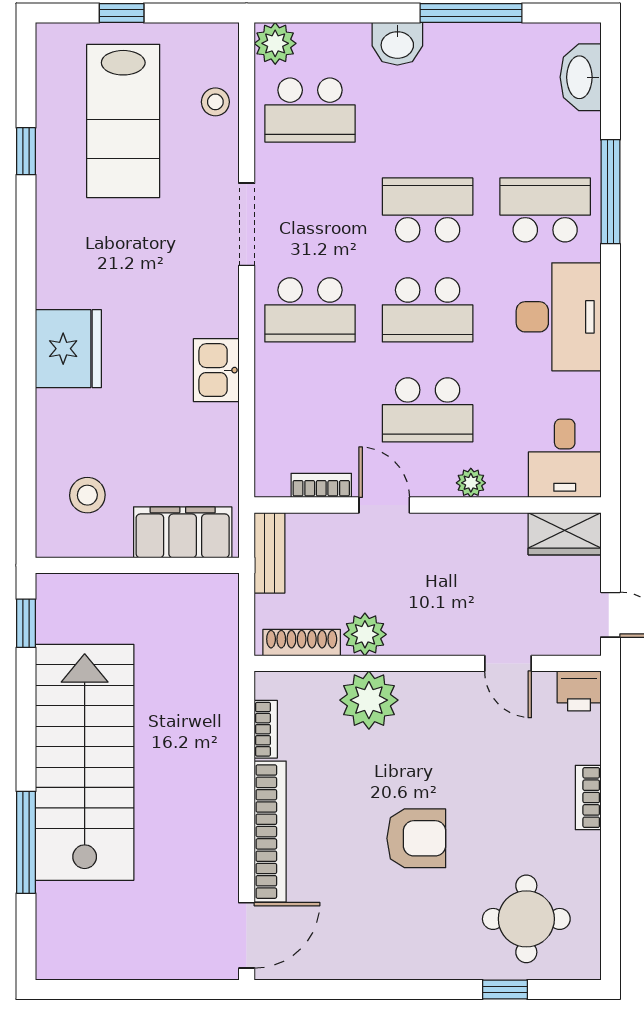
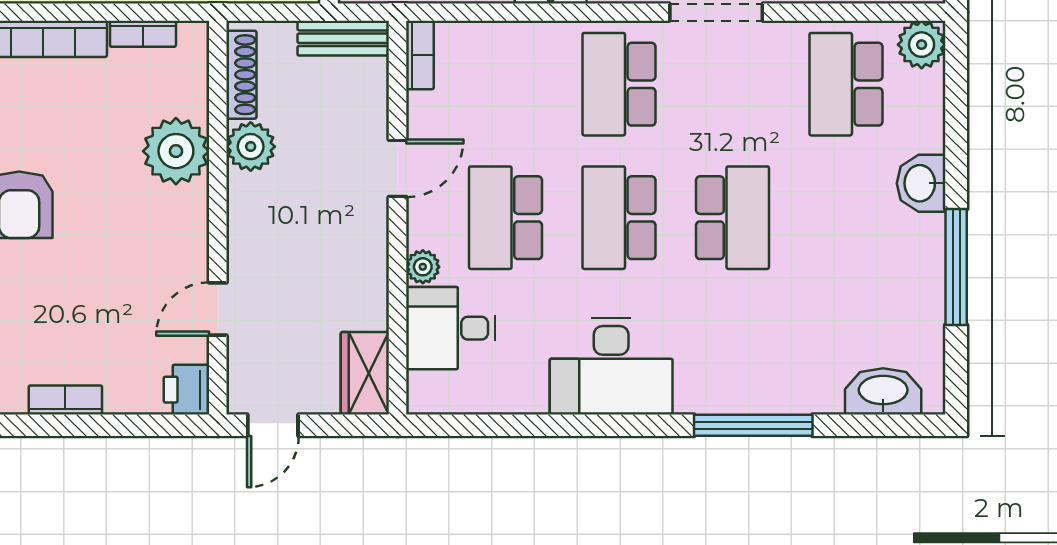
school desk: (545, 210) -> (732, 351), removed
desk: (565, 458) -> (451, 328), moved
bookcase: (321, 485) -> (420, 55), moved

